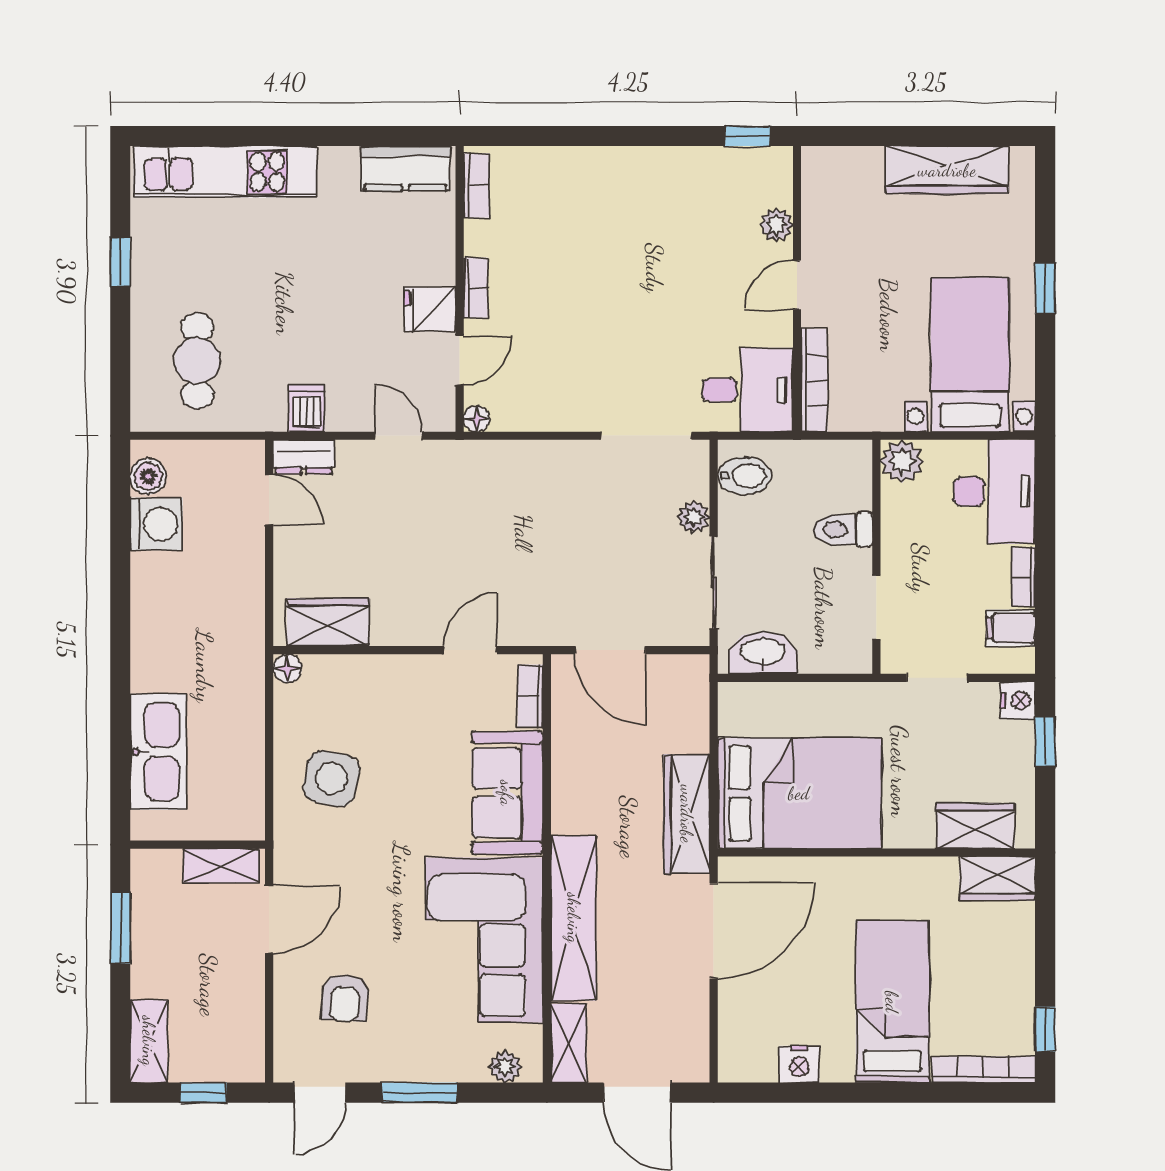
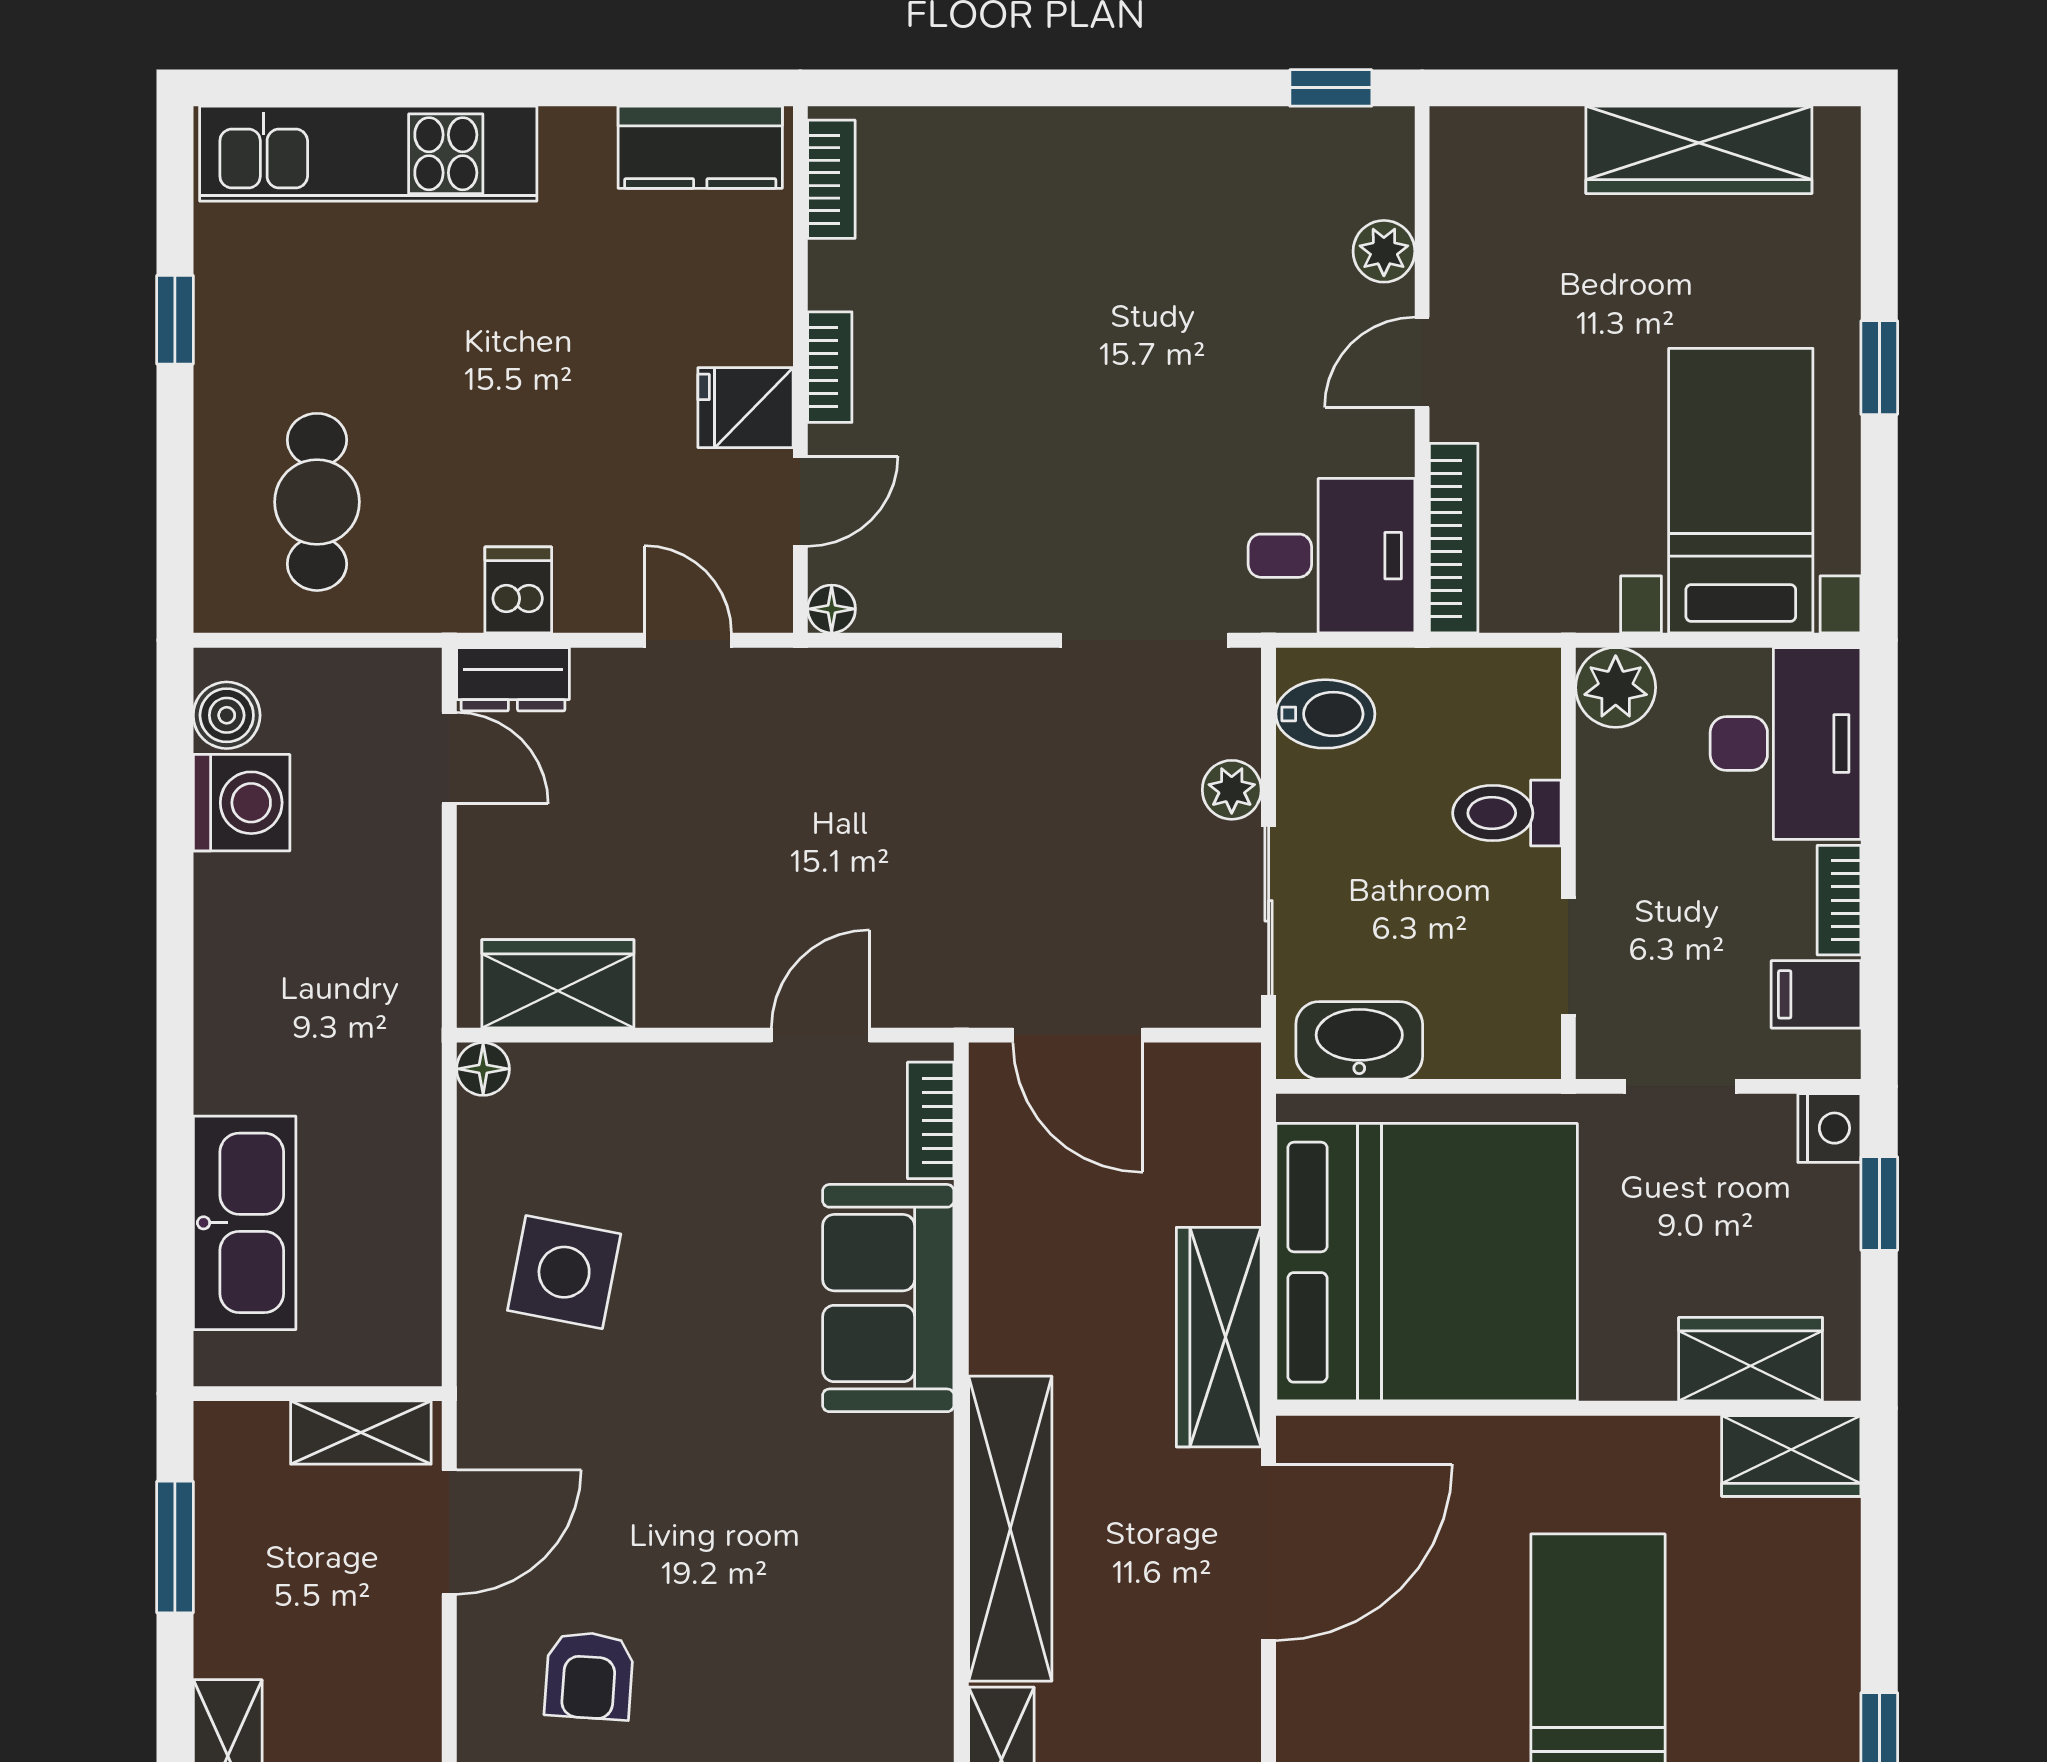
bed: (799, 793) -> (1427, 1262), width x1.36
corner sofa: (484, 940) -> (845, 1570), removed

